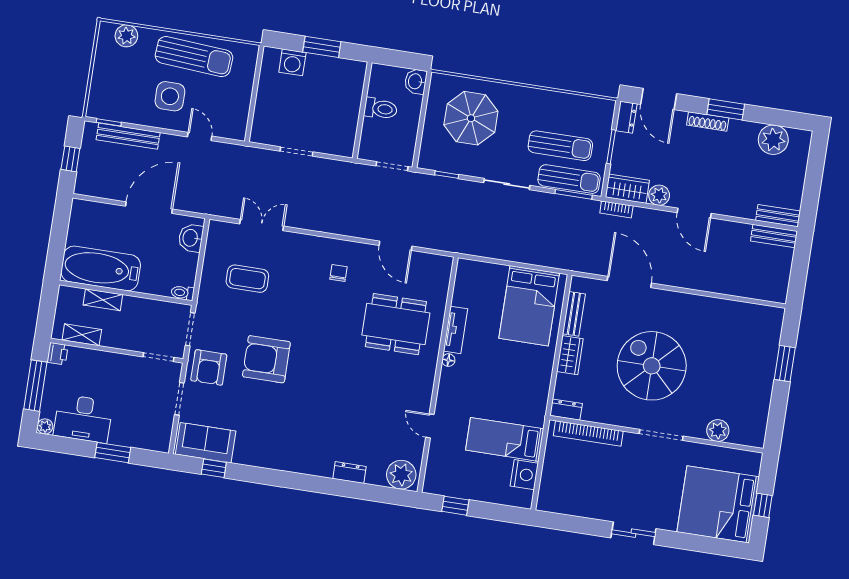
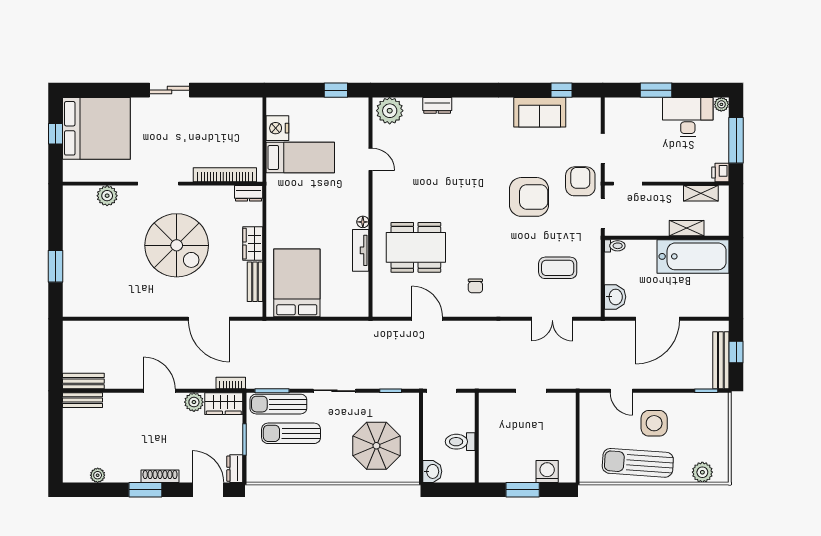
bench: (128, 136) -> (721, 360), moved, turned 90
plant: (773, 140) -> (98, 475), width x0.53, depth x0.53
sofa: (206, 443) -> (540, 112), moved

